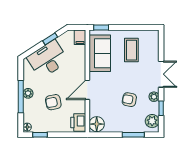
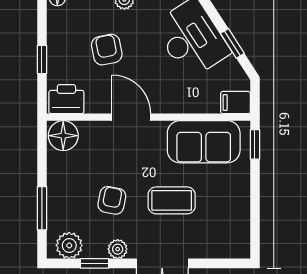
coffee table: (131, 50) -> (172, 200), moved
window: (40, 135) -> (42, 59), moved

